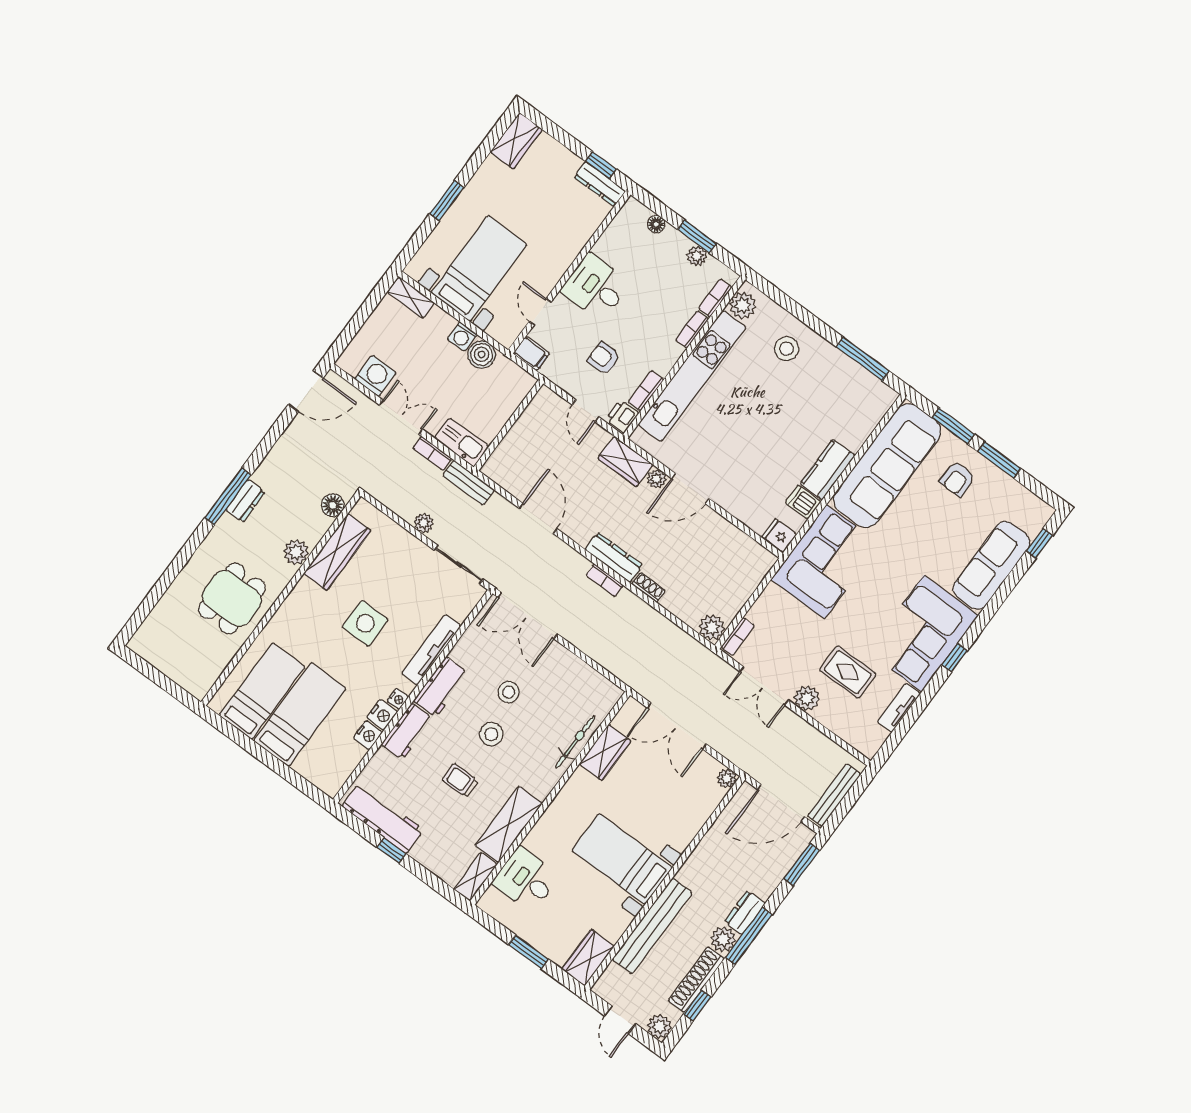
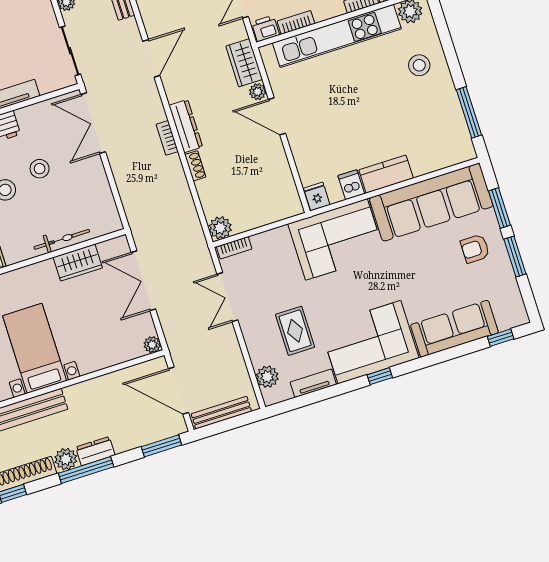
plant: (807, 698) -> (267, 377), moved

